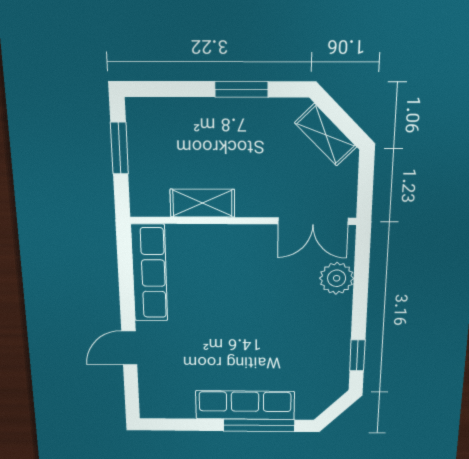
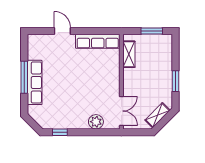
shelving: (202, 203) -> (129, 54), moved
double door: (313, 221) -> (121, 111), swing flipped
window: (259, 425) -> (24, 77), moved

